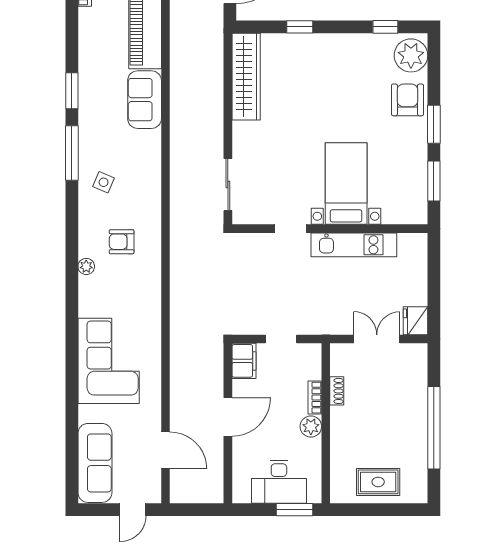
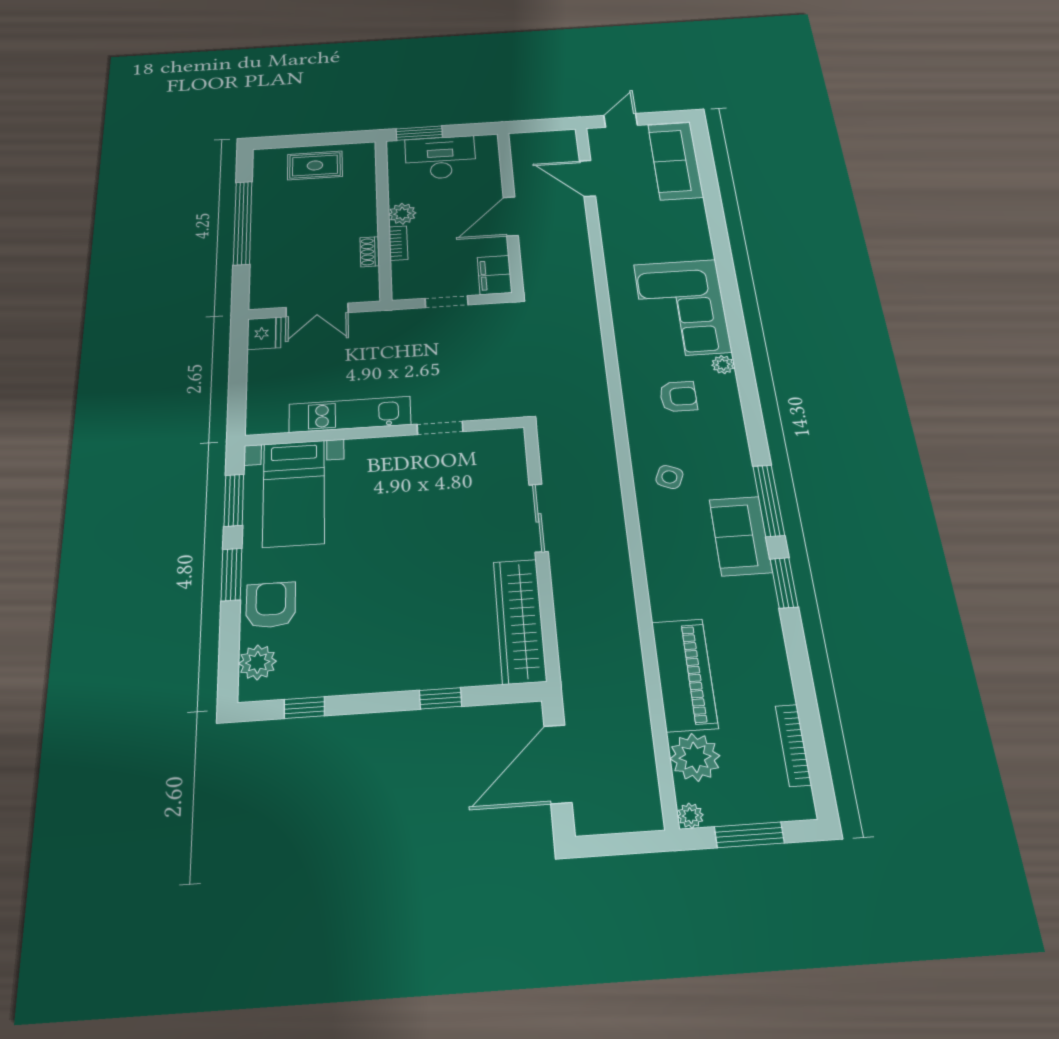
plant: (411, 55) -> (258, 662), width x0.73, depth x0.73
sofa: (145, 100) -> (740, 536), moved, turned 180
armchair: (407, 100) -> (271, 605), turned 180
side table: (104, 182) -> (669, 477), moved
bed with nightstands: (346, 184) -> (294, 493), moved
sliding door: (228, 185) -> (538, 518), moved
corner sofa: (109, 361) -> (682, 308), moved

